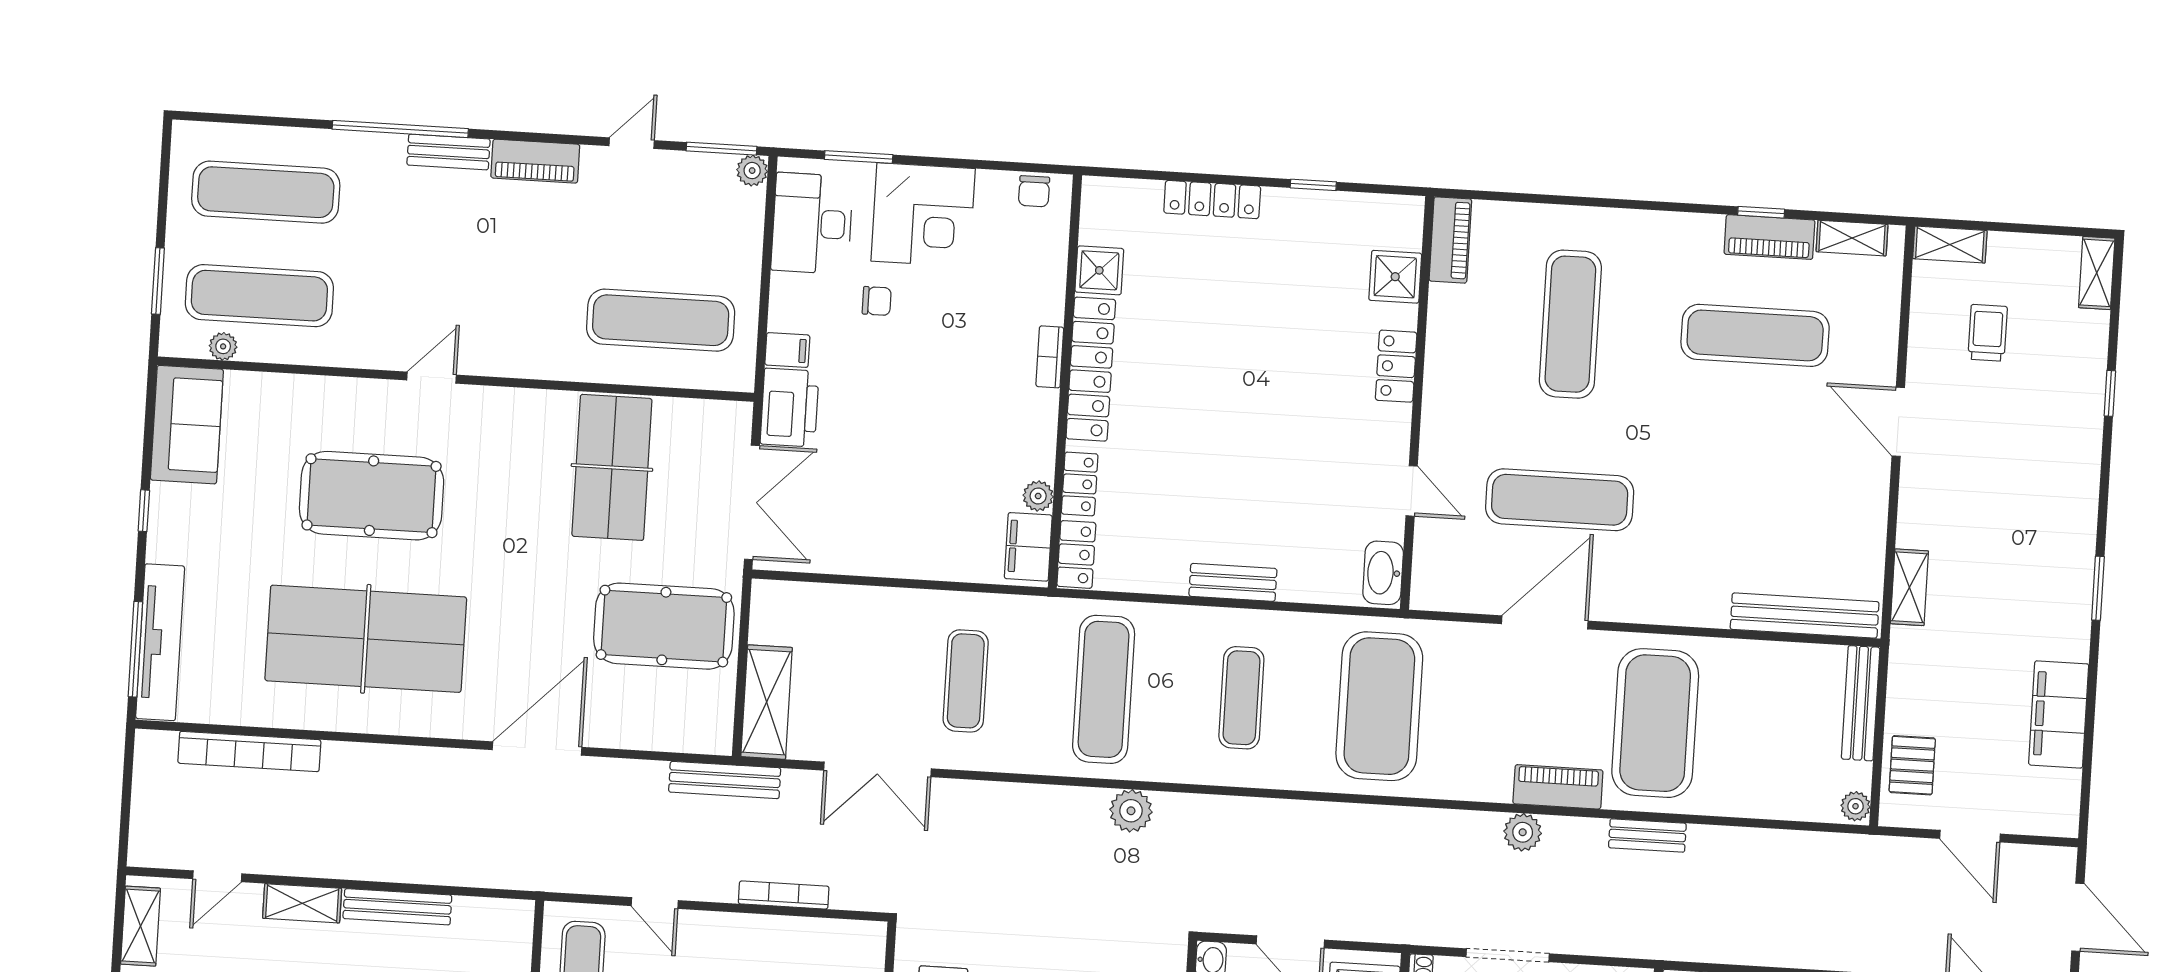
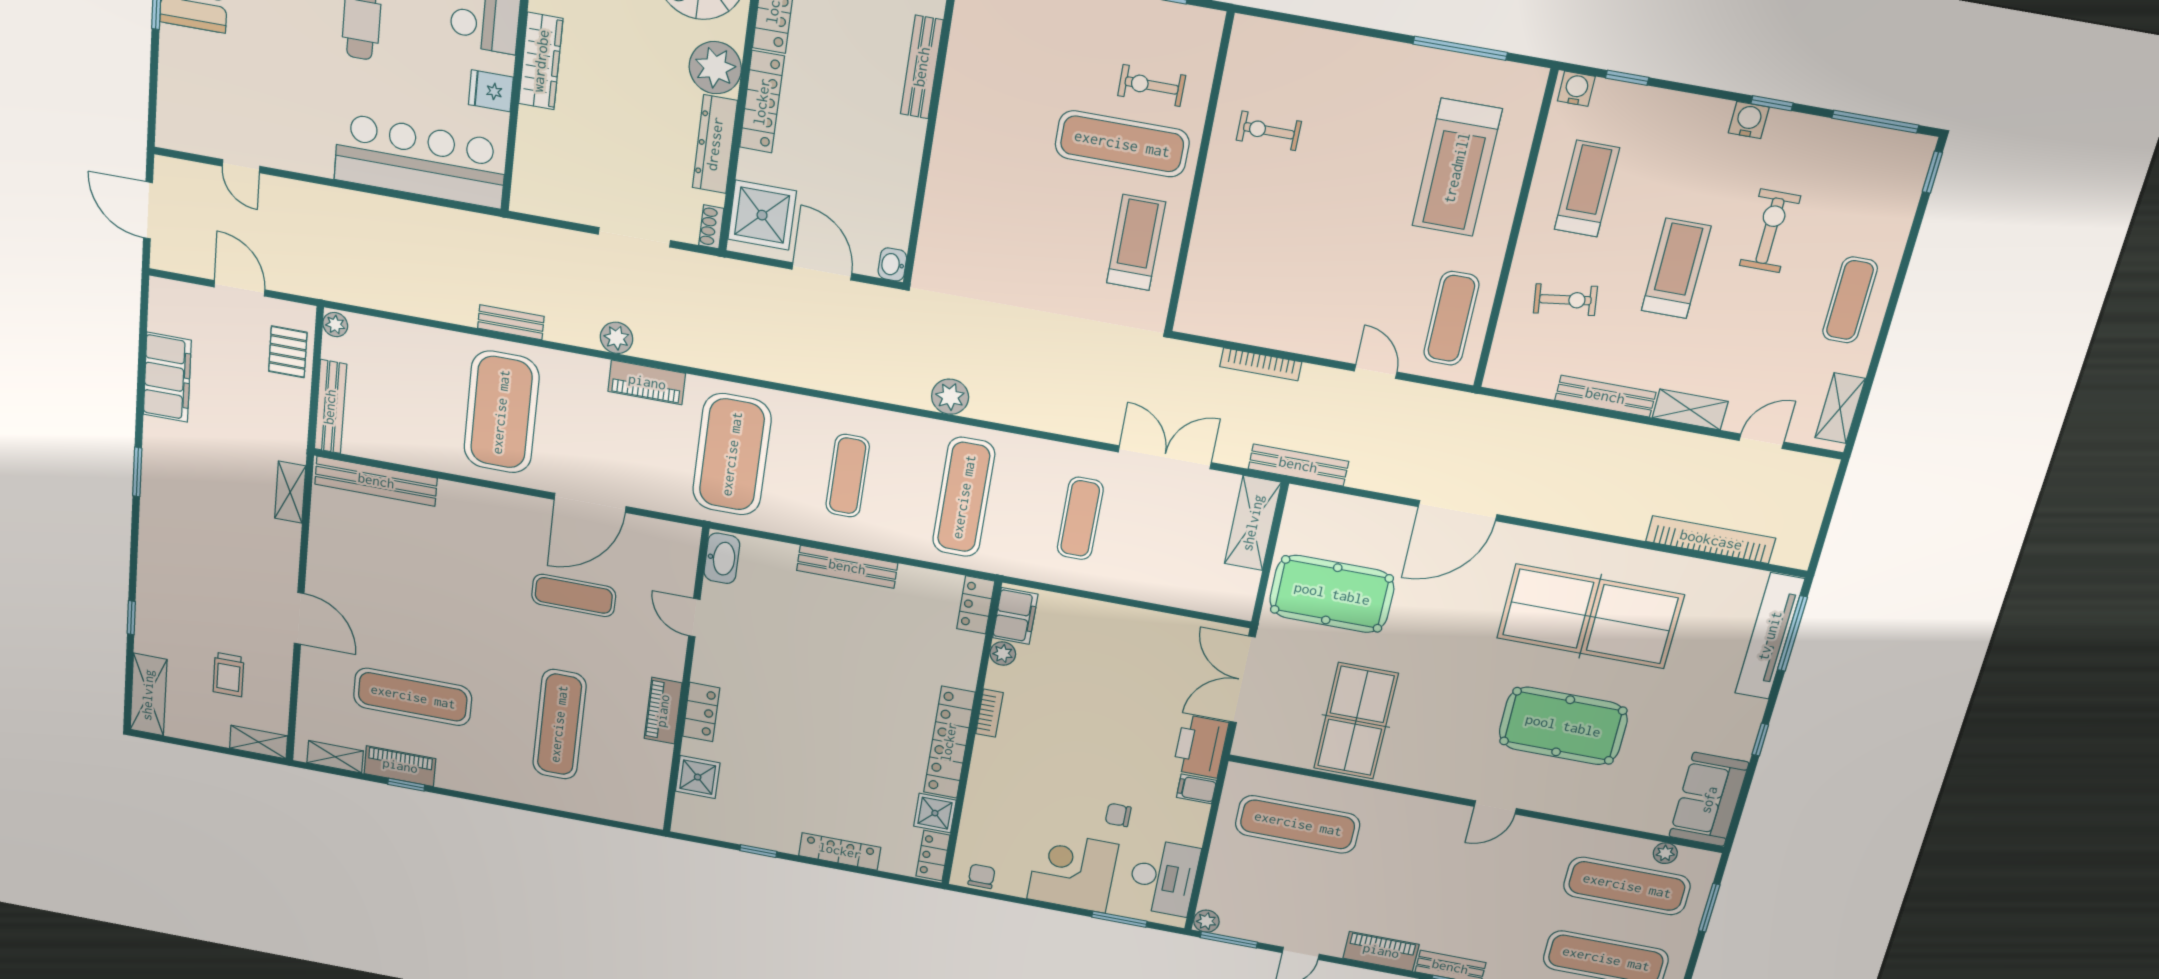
piano: (1450, 240) -> (663, 711), moved
shelving: (2097, 273) -> (148, 695), width x1.50, depth x1.33
bookcase: (1050, 357) -> (989, 713), moved
locker: (1080, 484) -> (933, 856), moved
exercise mat: (1560, 500) -> (574, 595), width x0.73, depth x0.69
bench: (1233, 582) -> (847, 567), width x1.36
piano: (1558, 787) -> (647, 382), moved

